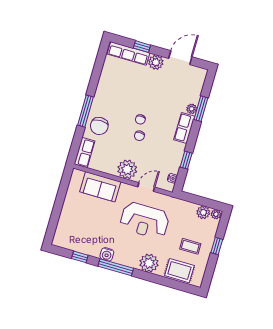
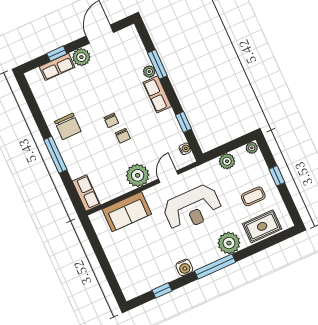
row of seats: (128, 53) -> (57, 67), width x0.68
chair: (99, 126) -> (68, 126), moved
plant: (203, 212) -> (227, 161), moved
window: (116, 267) -> (215, 266), moved

